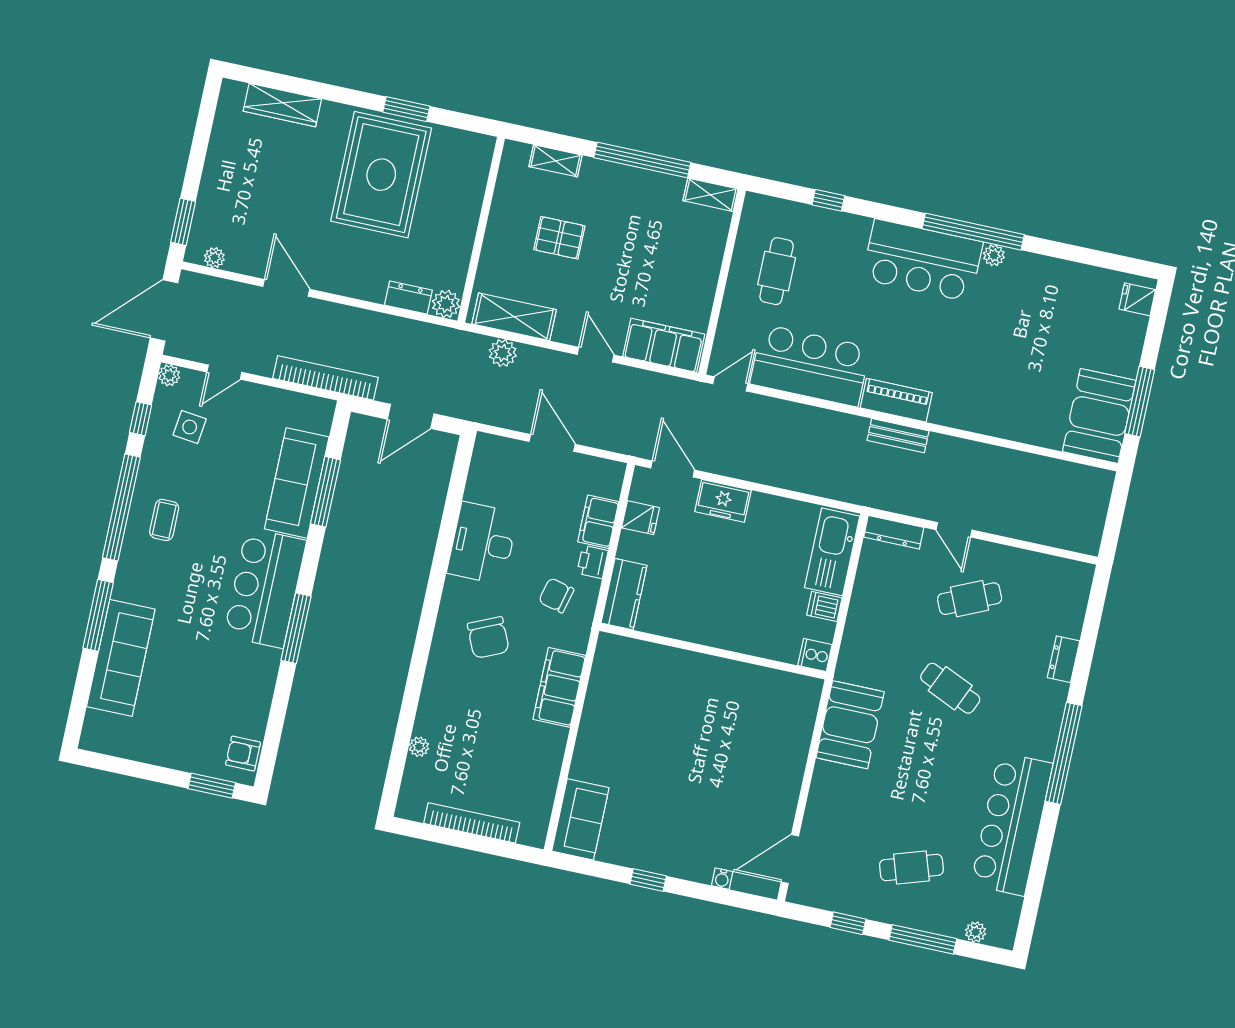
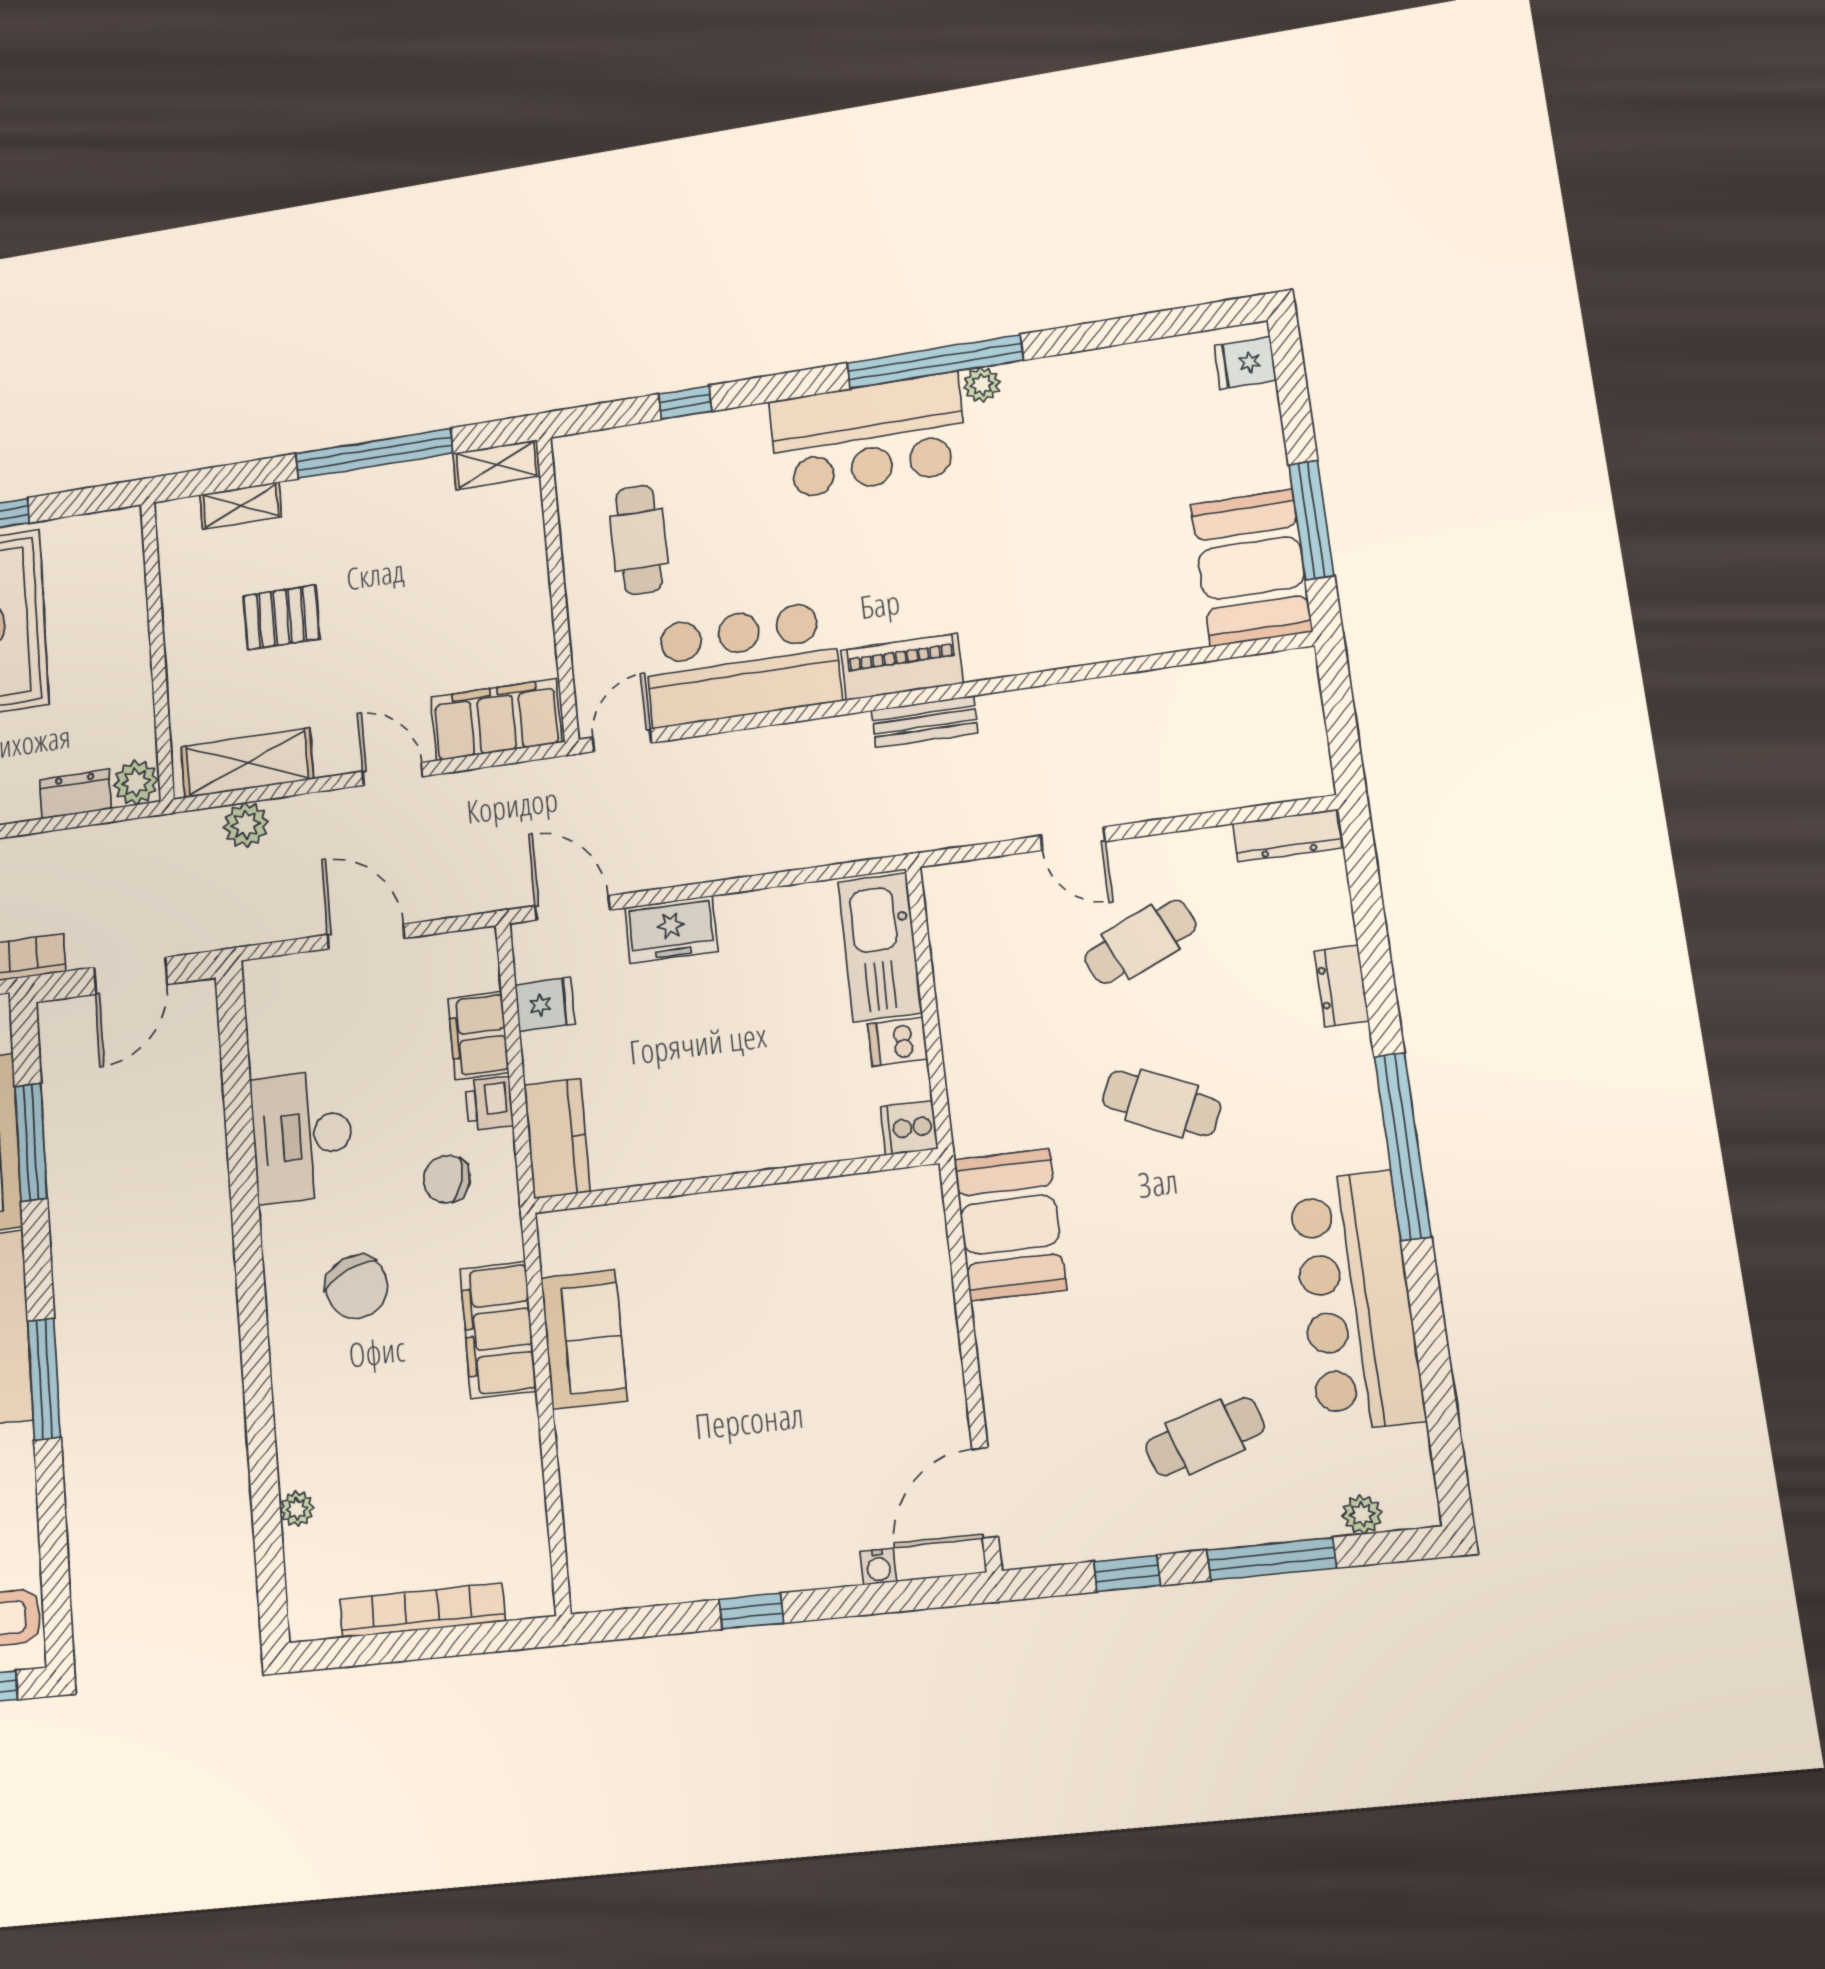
dresser: (894, 532) -> (1287, 836), moved
sofa: (580, 819) -> (584, 1339), moved

